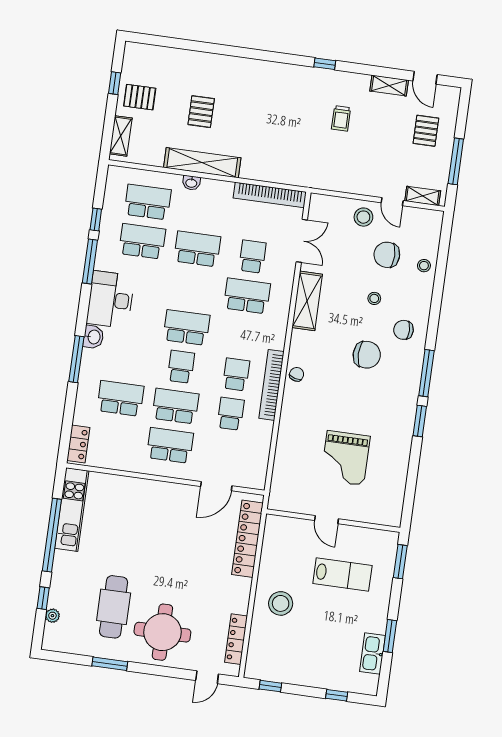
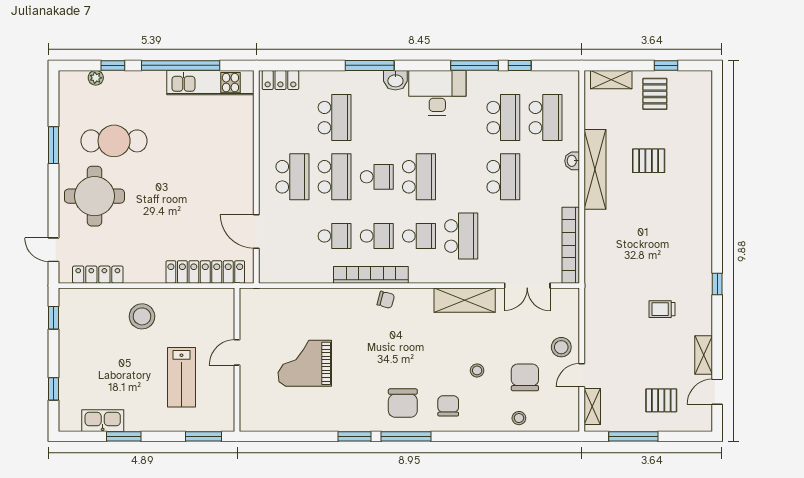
school desk: (252, 257) -> (419, 236), moved
chair: (367, 355) -> (403, 403), moved

